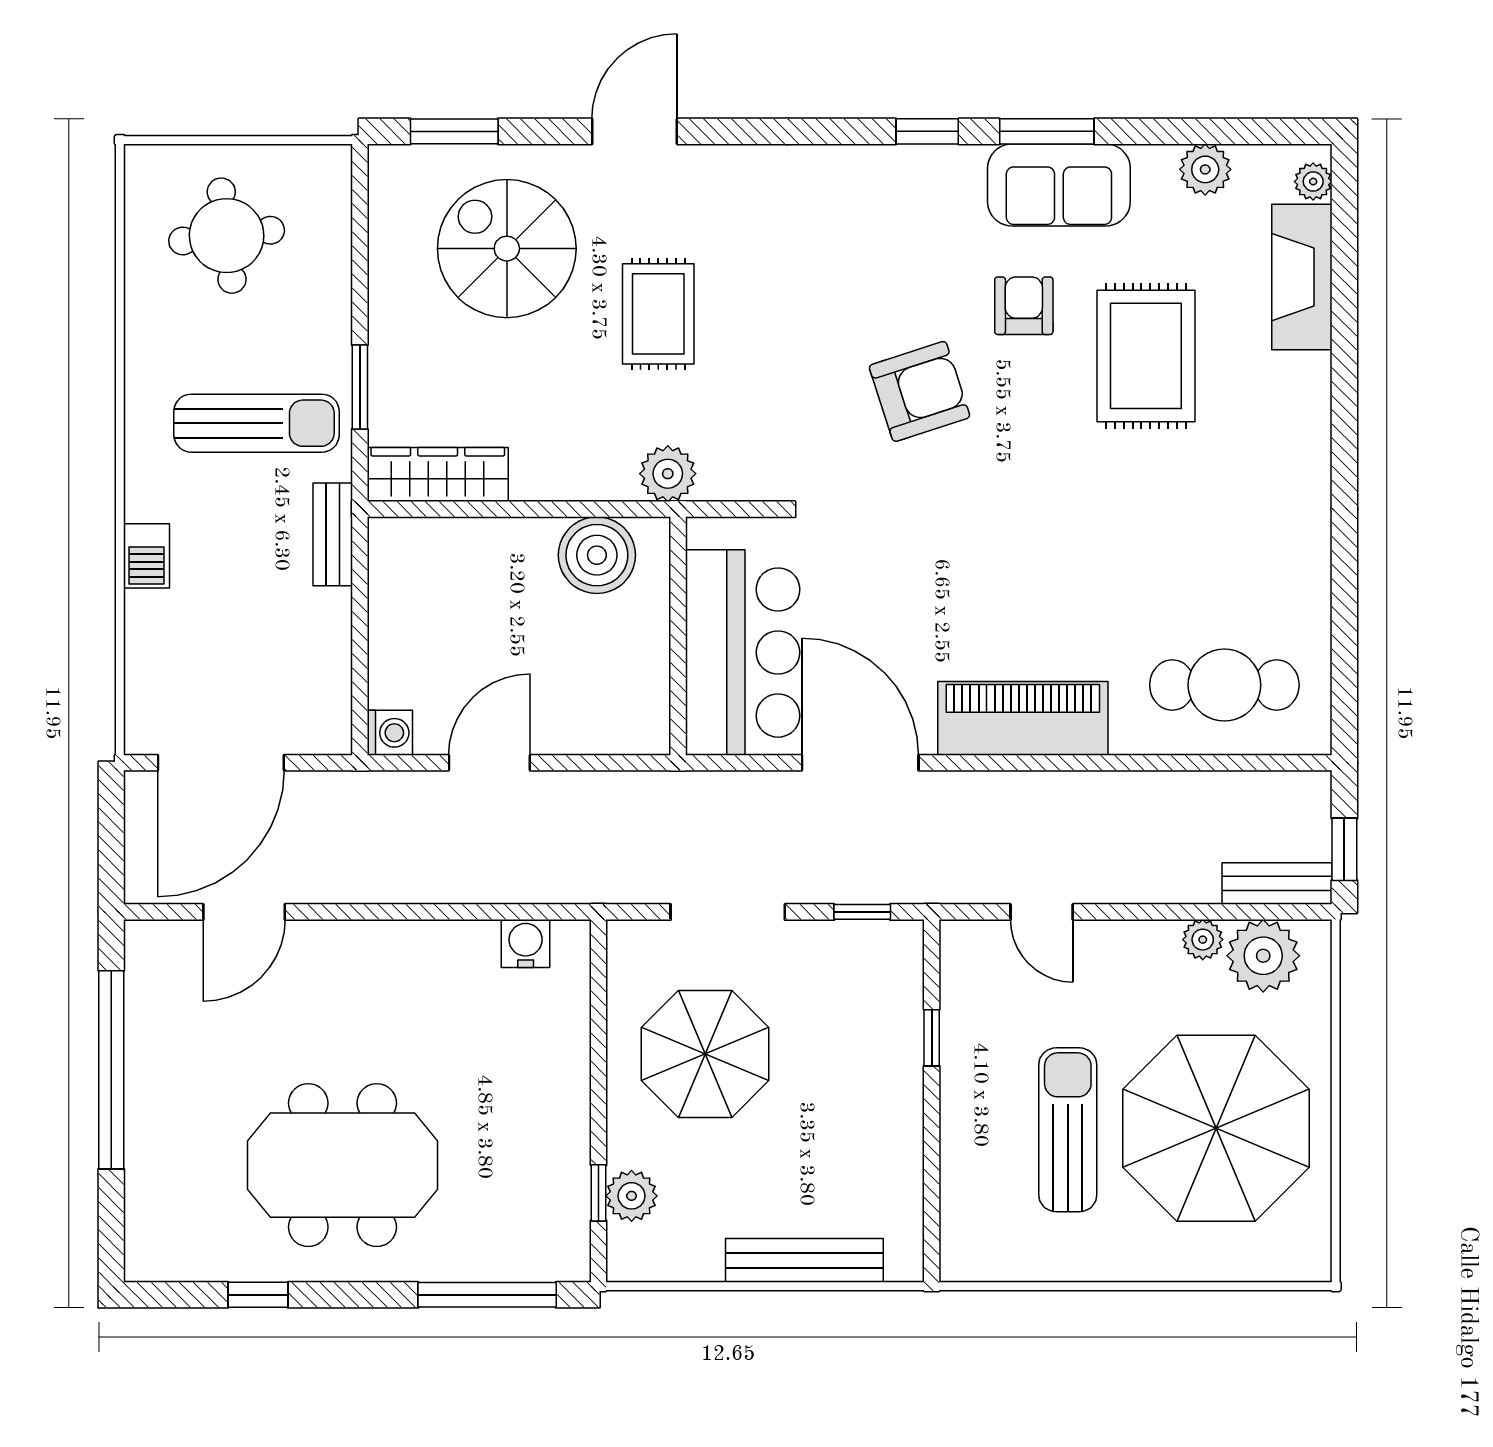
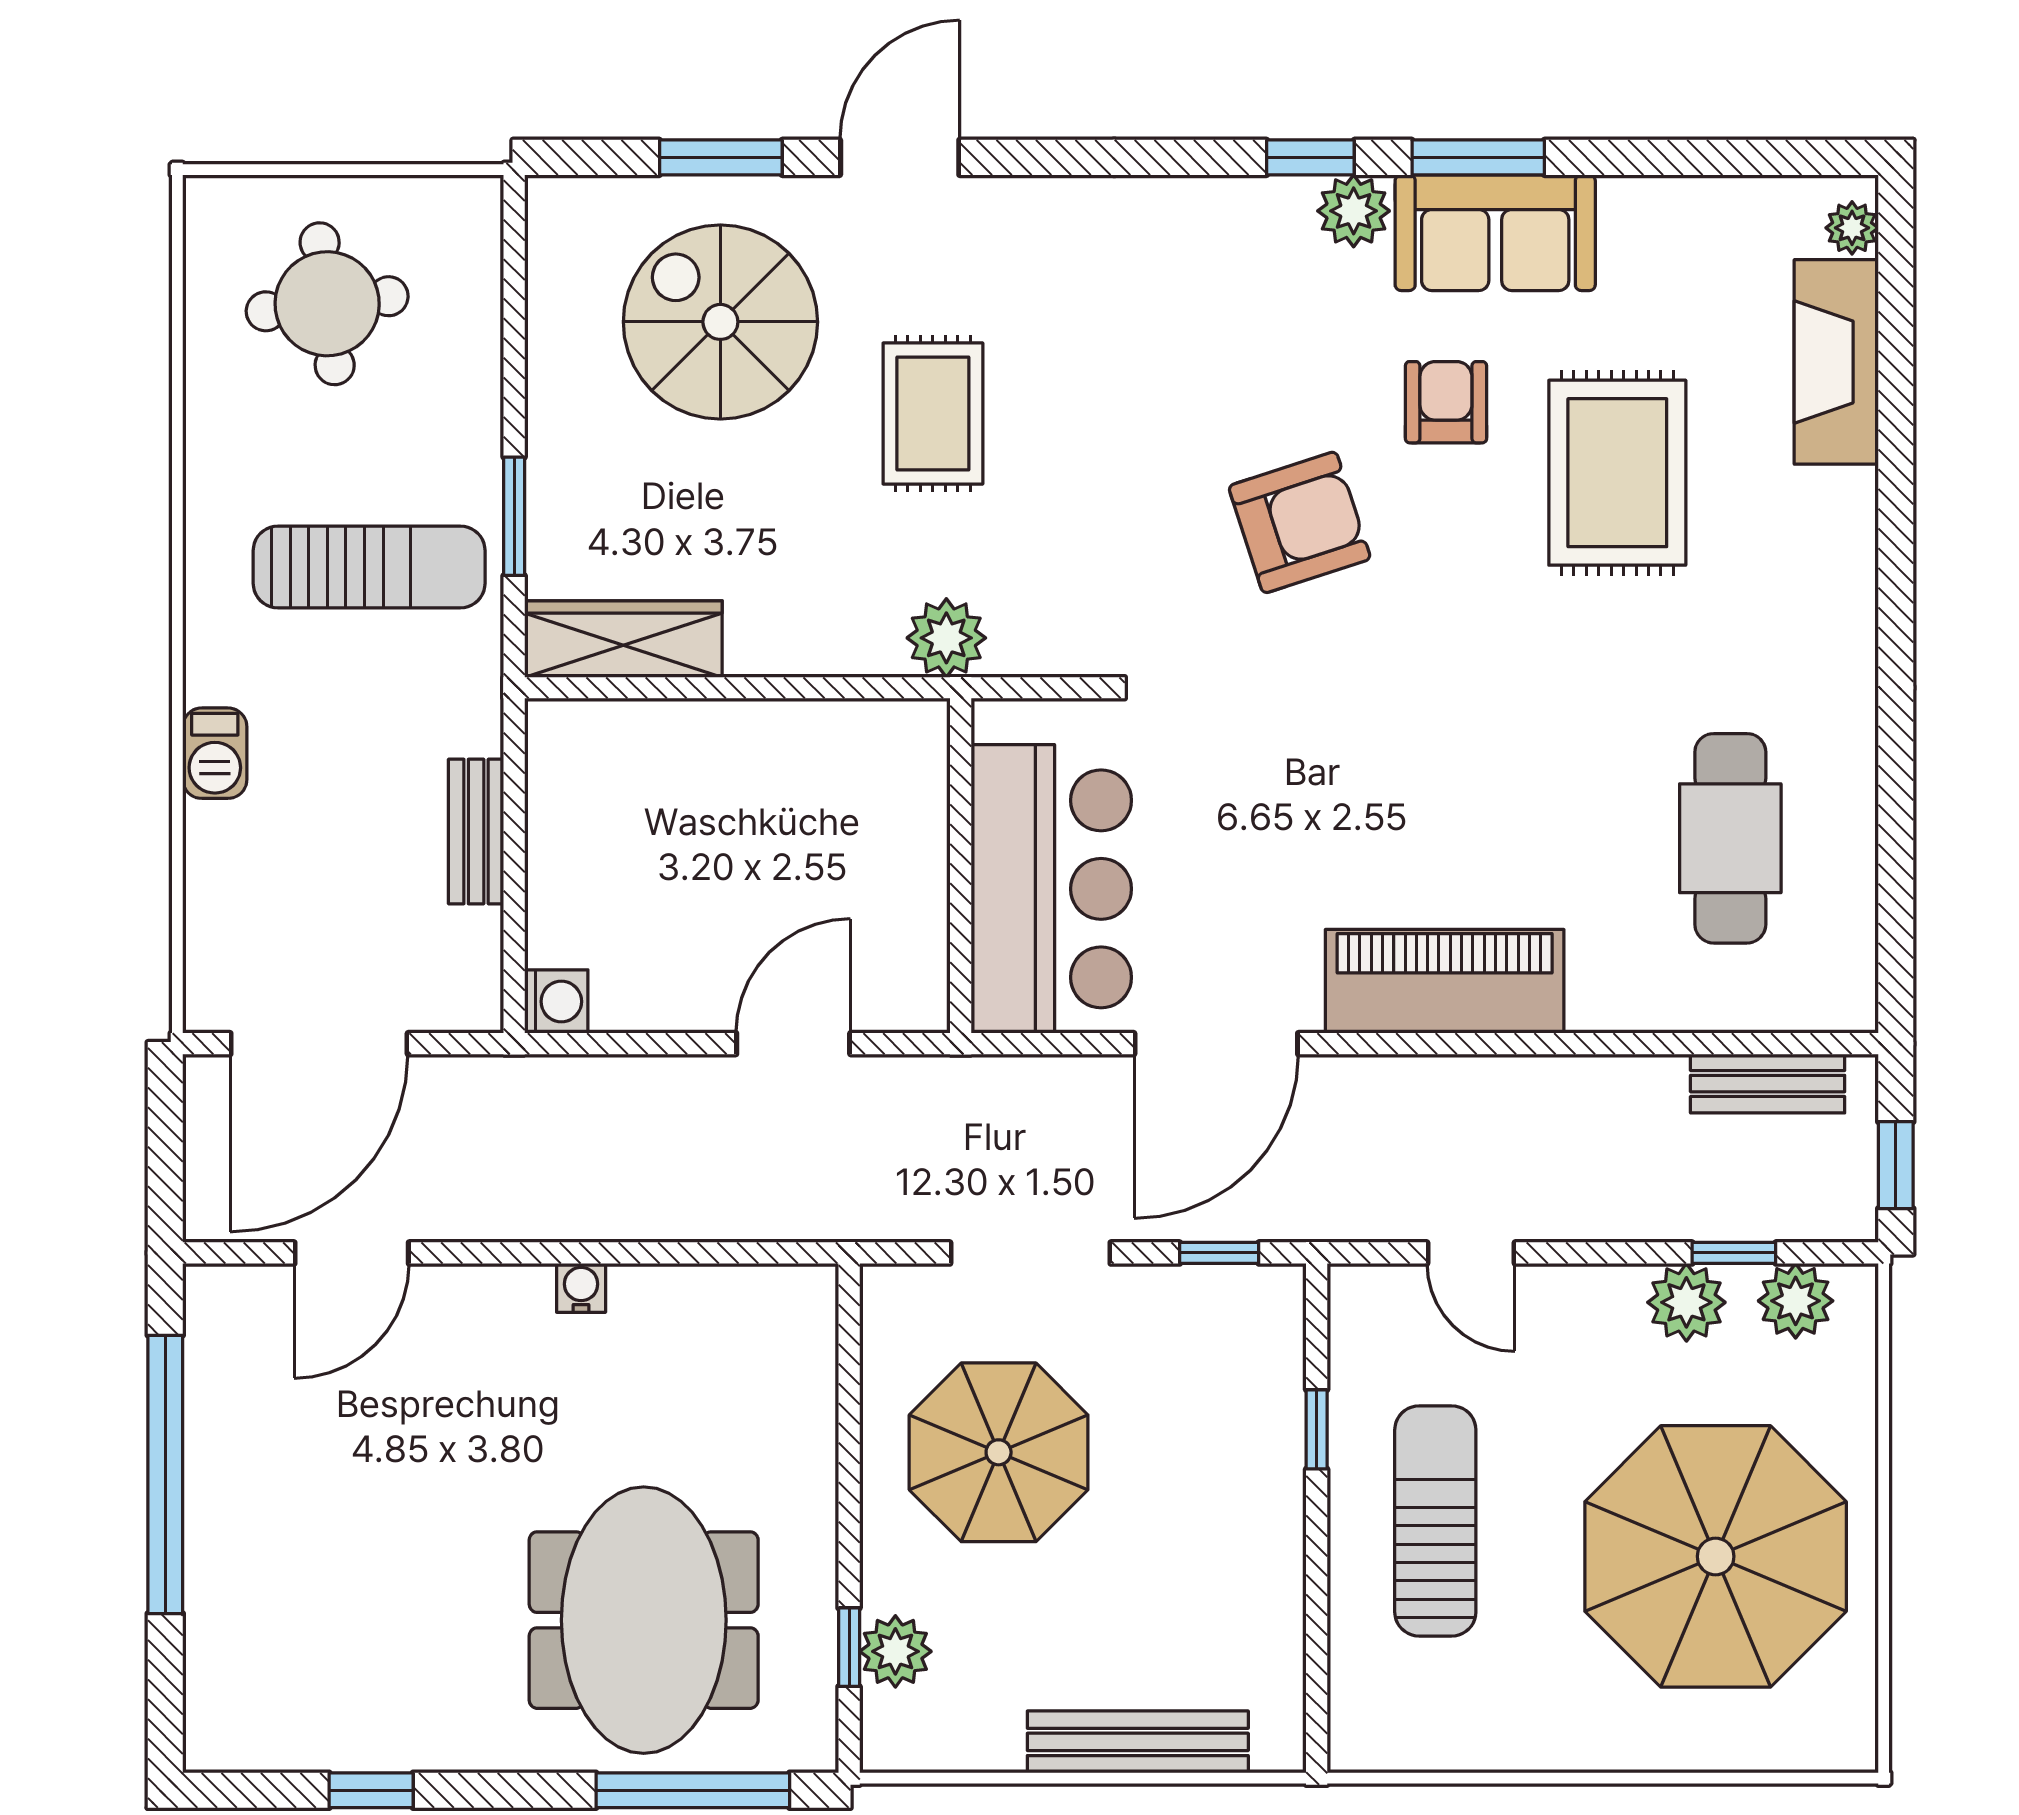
window: (454, 131) -> (721, 157), moved
plant: (1205, 169) -> (1354, 211), moved
bench: (333, 534) -> (476, 831), moved
boiler: (597, 555) -> (847, 752), removed
cafe table: (1224, 685) -> (1730, 838), moved, turned 90
door: (489, 763) -> (793, 1044), moved
door: (860, 763) -> (1216, 1044), swing flipped
bench: (1277, 884) -> (1768, 1084), moved
window: (1229, 912) -> (1734, 1253), added
plant: (1203, 940) -> (1686, 1302), width x1.38, depth x1.38
water cooler: (526, 944) -> (581, 1288), moved, width x0.72, depth x0.72
plant: (1263, 956) -> (1796, 1301), width x0.73, depth x0.73
sun lounger: (1068, 1130) -> (1435, 1521), moved
meeting table: (342, 1165) -> (644, 1620), moved, turned 90

